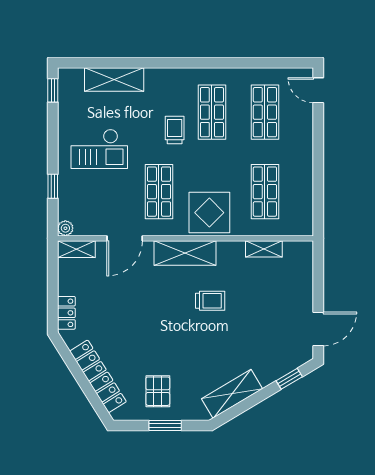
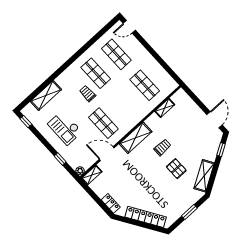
checkout: (99, 149) -> (65, 128), turned 90
display table: (209, 213) -> (131, 113), removed
door: (125, 238) -> (107, 154), swing flipped
pallet: (158, 391) -> (176, 169), moved

